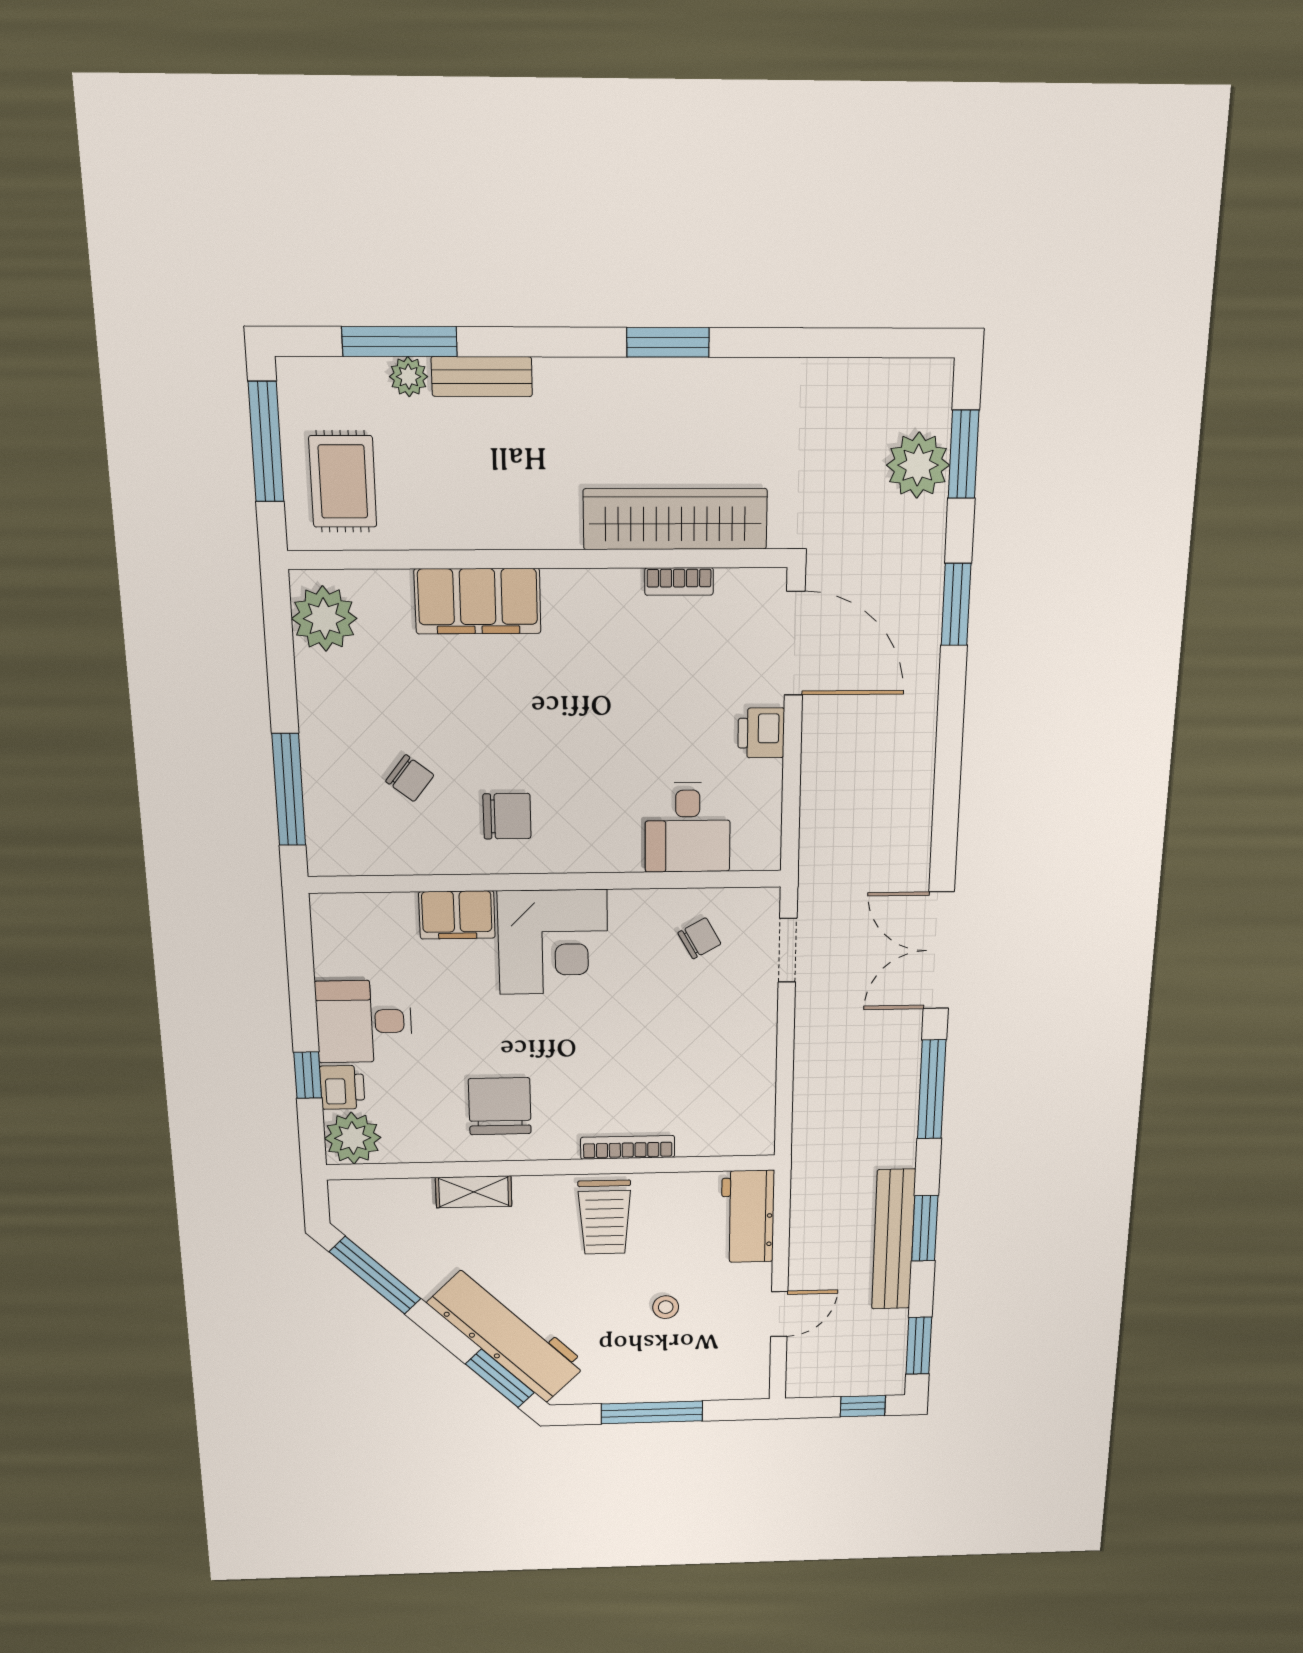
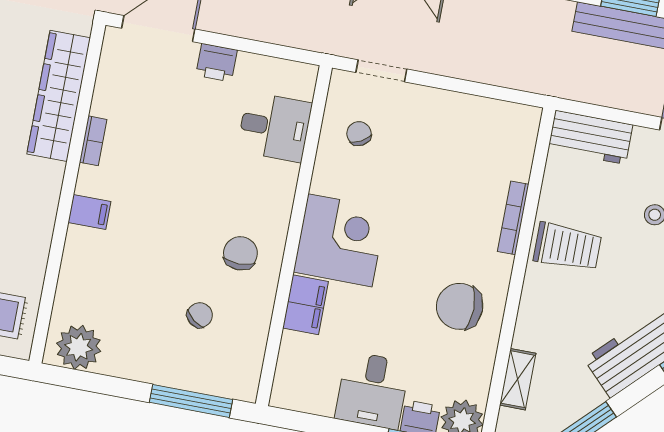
bookcase: (679, 581) -> (93, 141), moved
filing cabinet: (478, 601) -> (89, 212), width x0.33, depth x0.86
shelving: (474, 1192) -> (518, 379), moved

